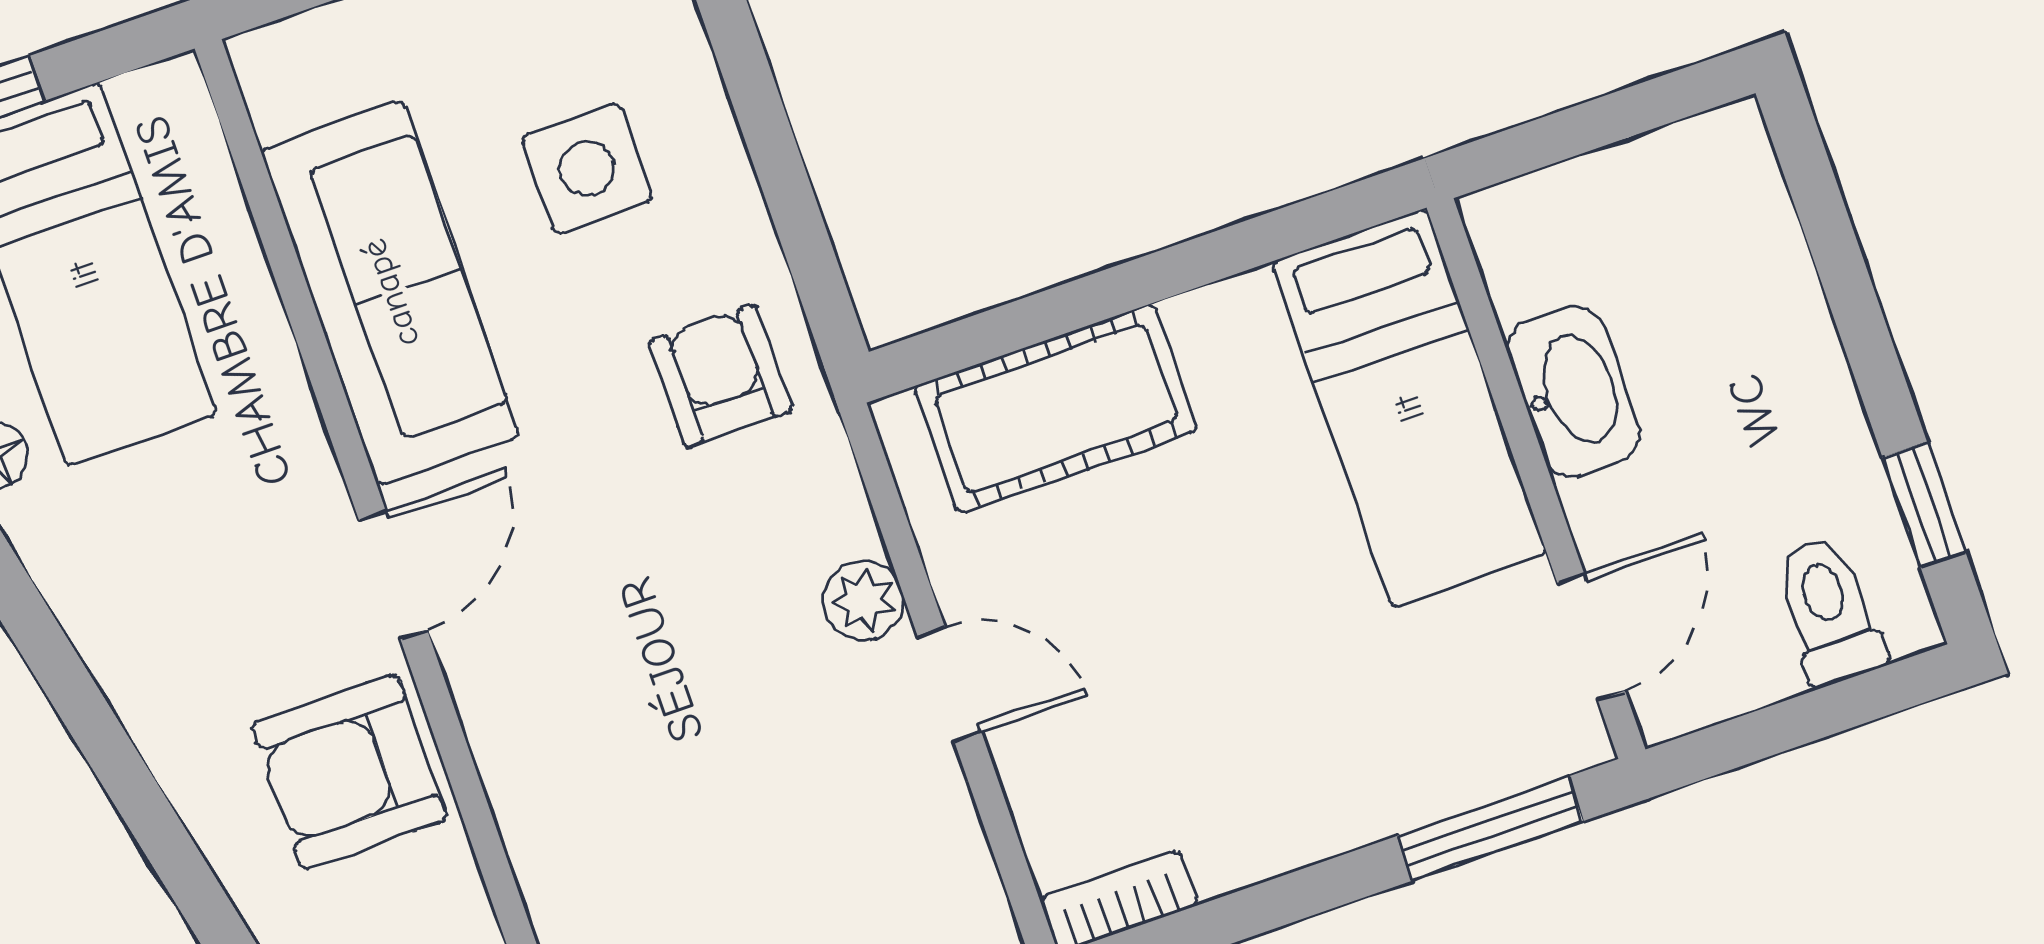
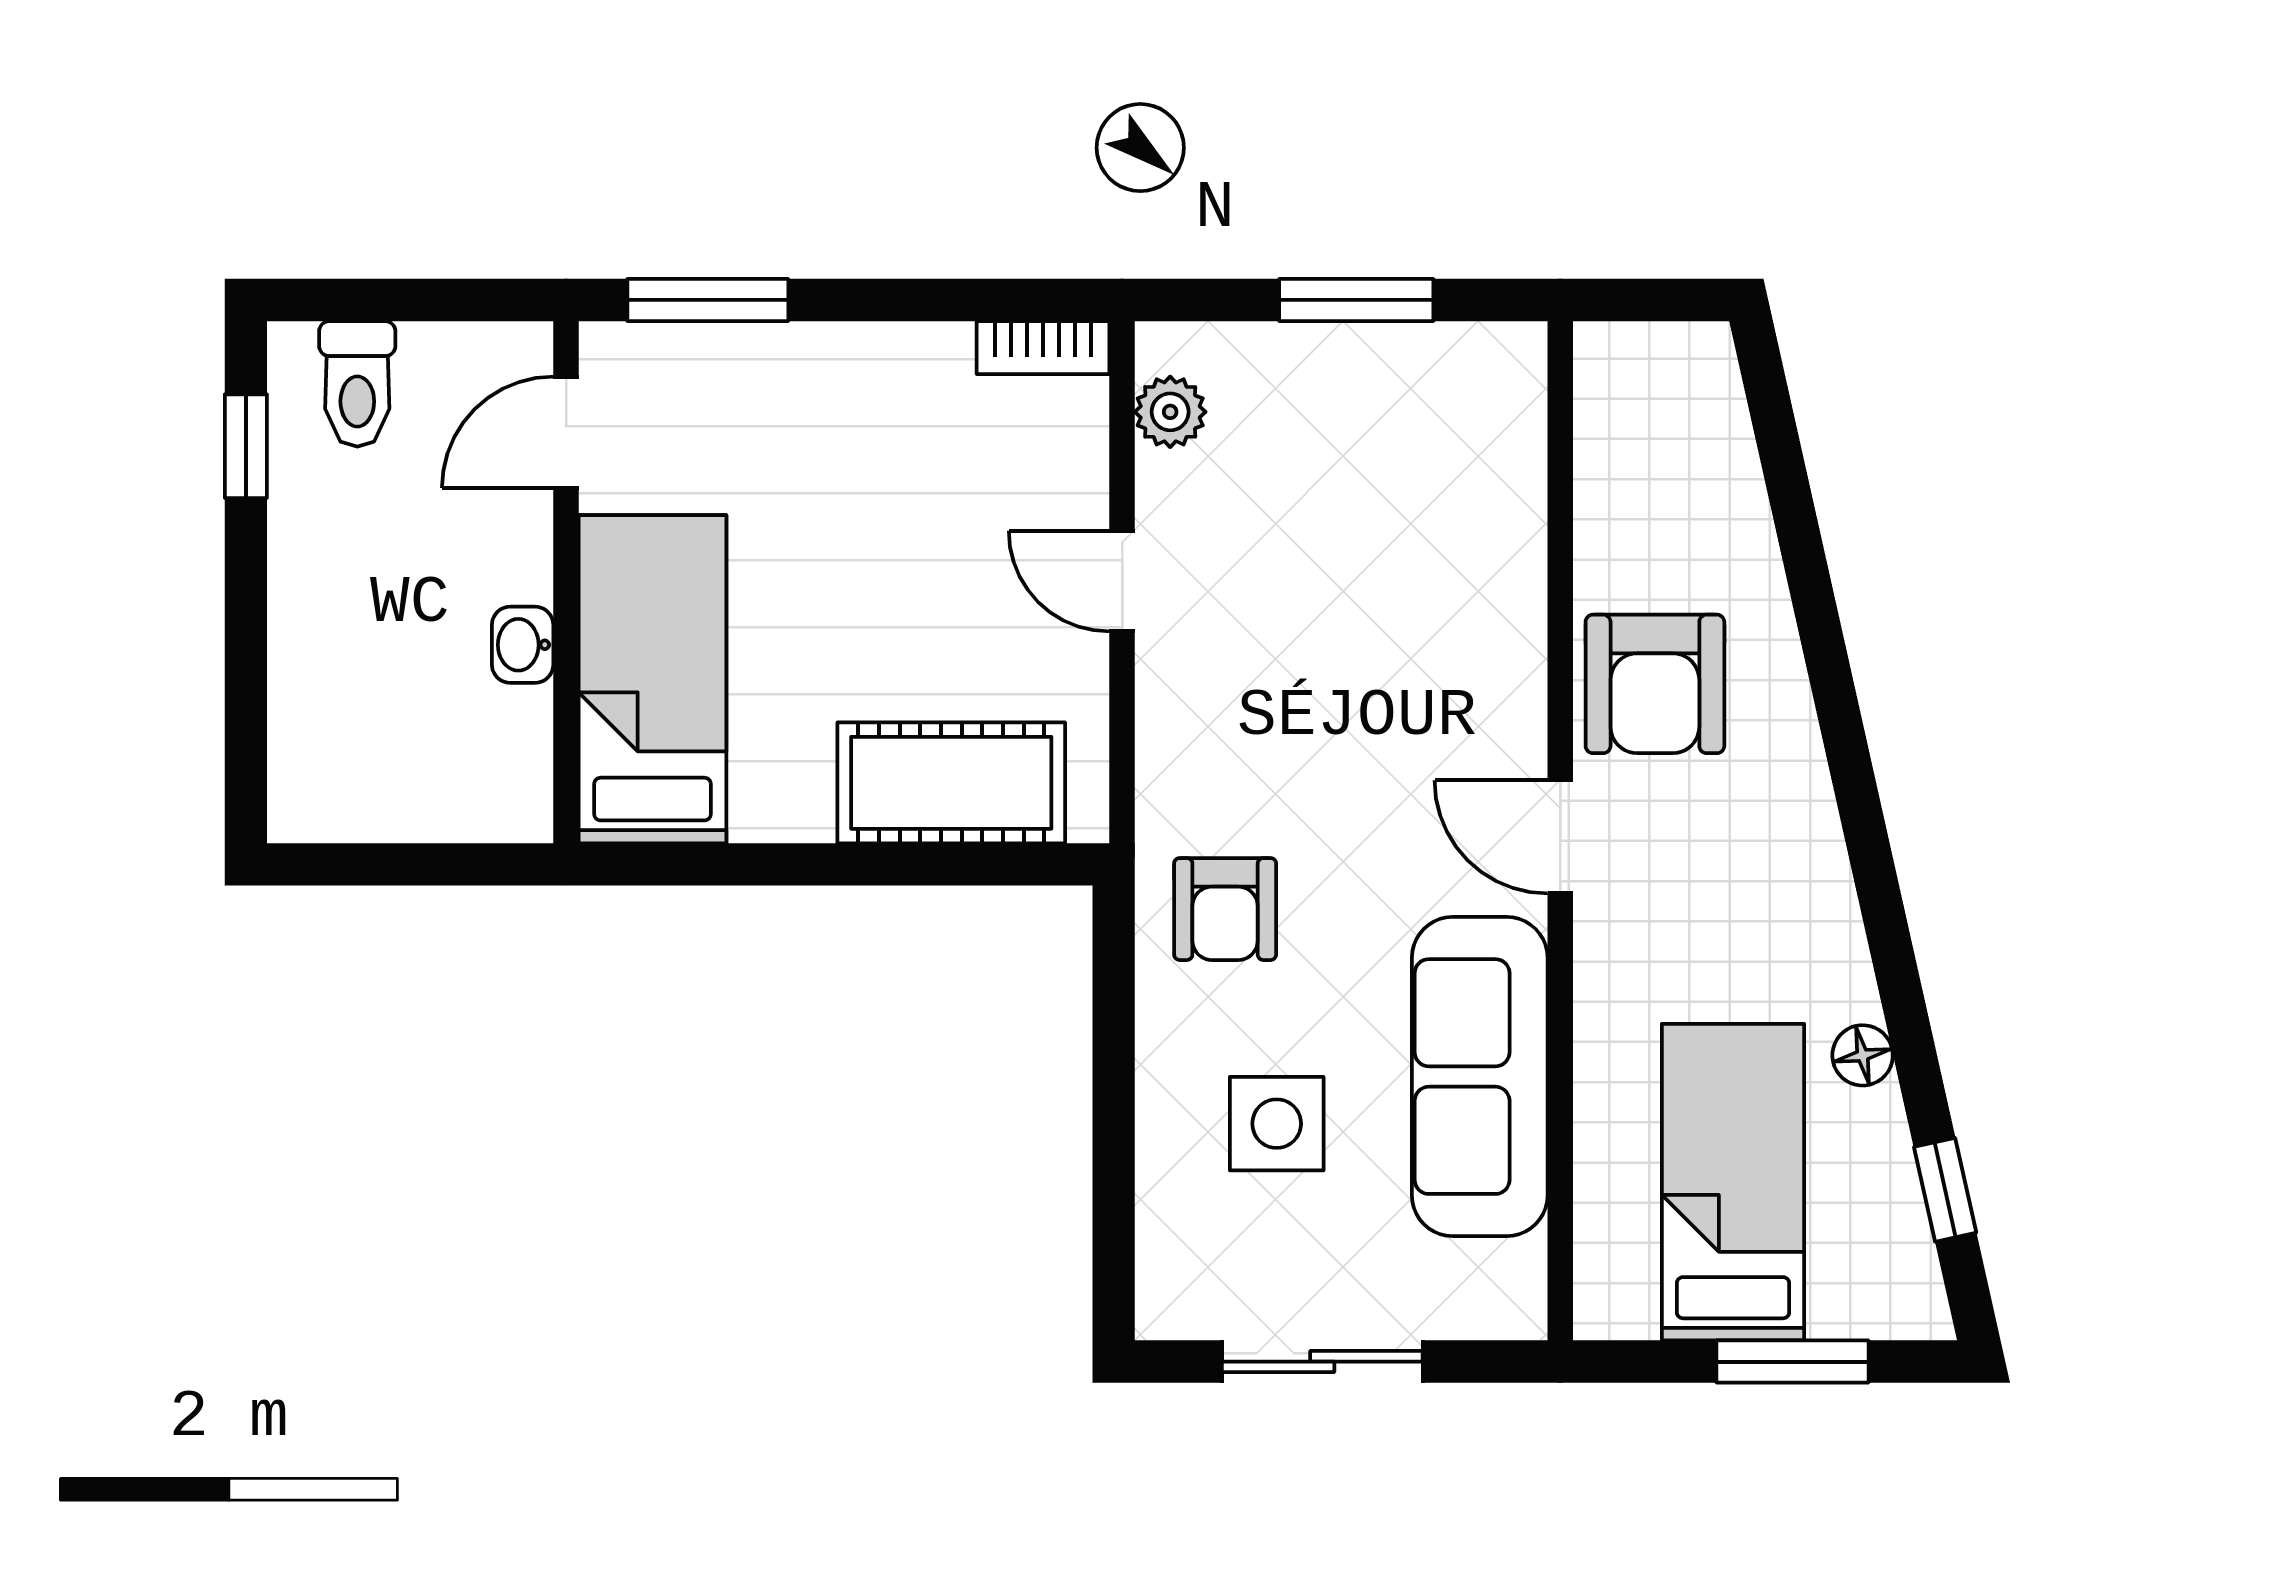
washbasin: (1573, 392) -> (523, 645), width x0.52, depth x0.69
door: (393, 575) -> (1560, 837), hinge flipped
plant: (863, 601) -> (1170, 412), moved
armchair: (349, 771) -> (1655, 684), turned 90

